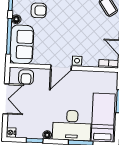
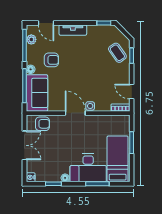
door: (61, 67) -> (75, 113), swing flipped
armchair: (26, 77) -> (42, 124), turned -90

